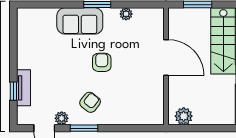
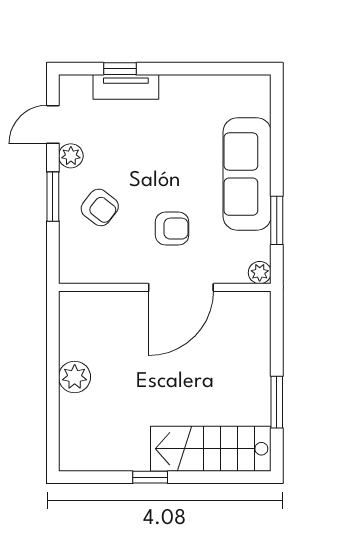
sofa: (80, 21) -> (247, 174), width x1.36
door: (166, 57) -> (181, 287), moved
wall: (166, 66) -> (165, 287), moved

